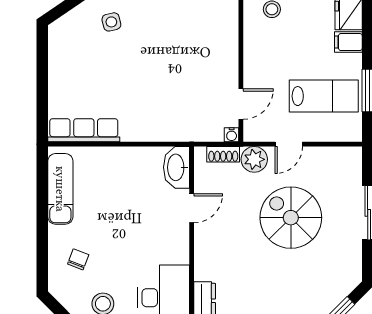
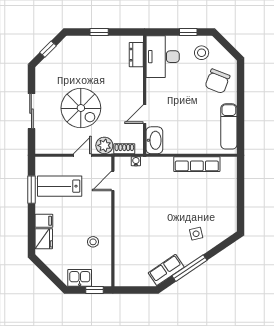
row of seats: (84, 130) -> (197, 164), moved
water cooler: (232, 135) -> (136, 161), moved
chair: (78, 259) -> (217, 81), width x1.87, depth x1.87

